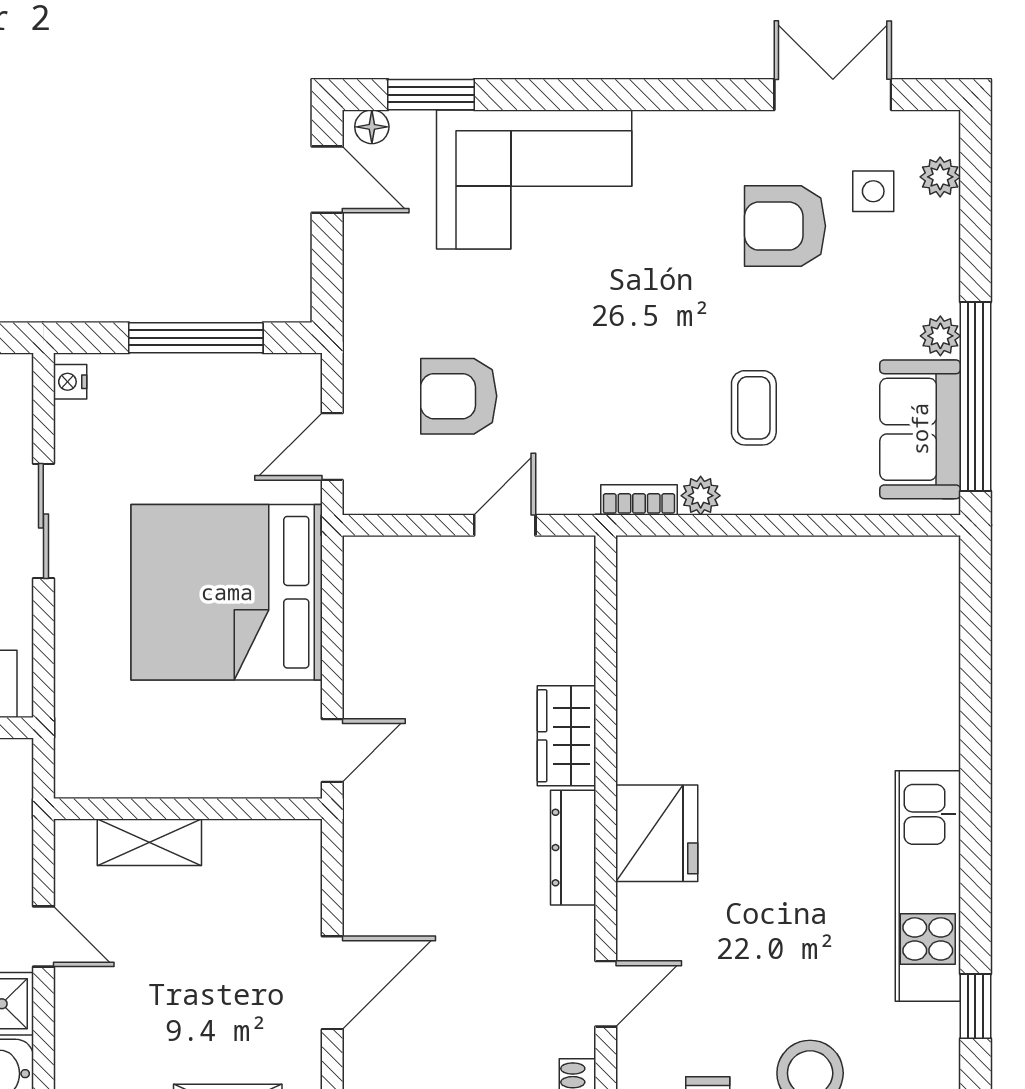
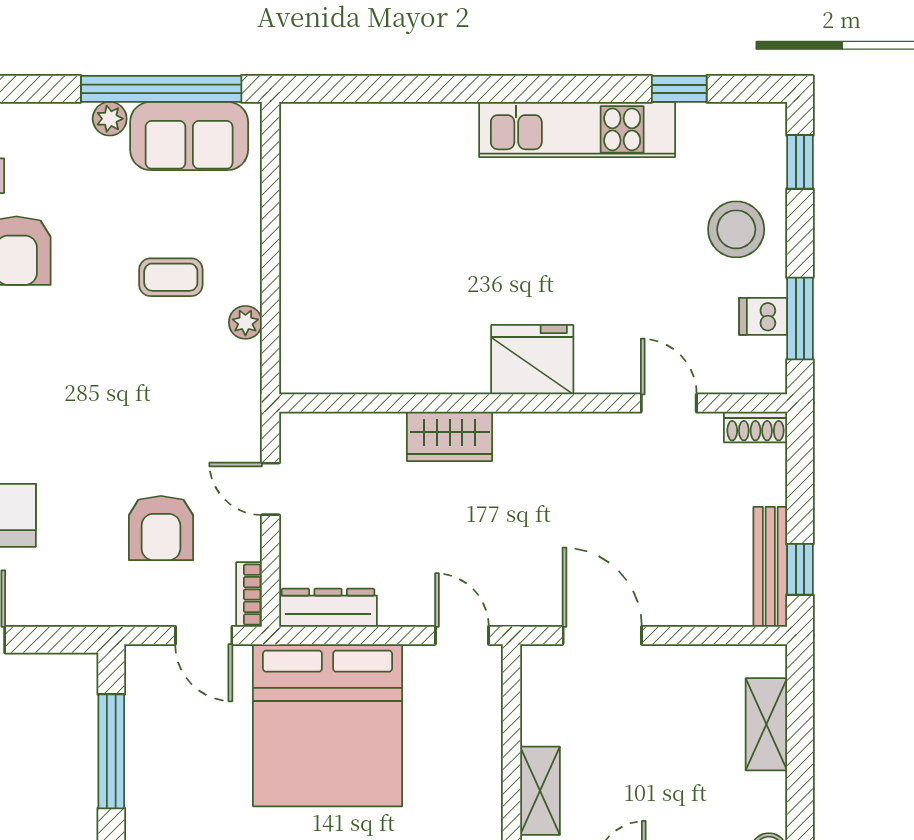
bookcase: (639, 500) -> (249, 595), moved
dresser: (573, 848) -> (328, 608), moved, turned 180
door: (332, 983) -> (602, 635), moved

